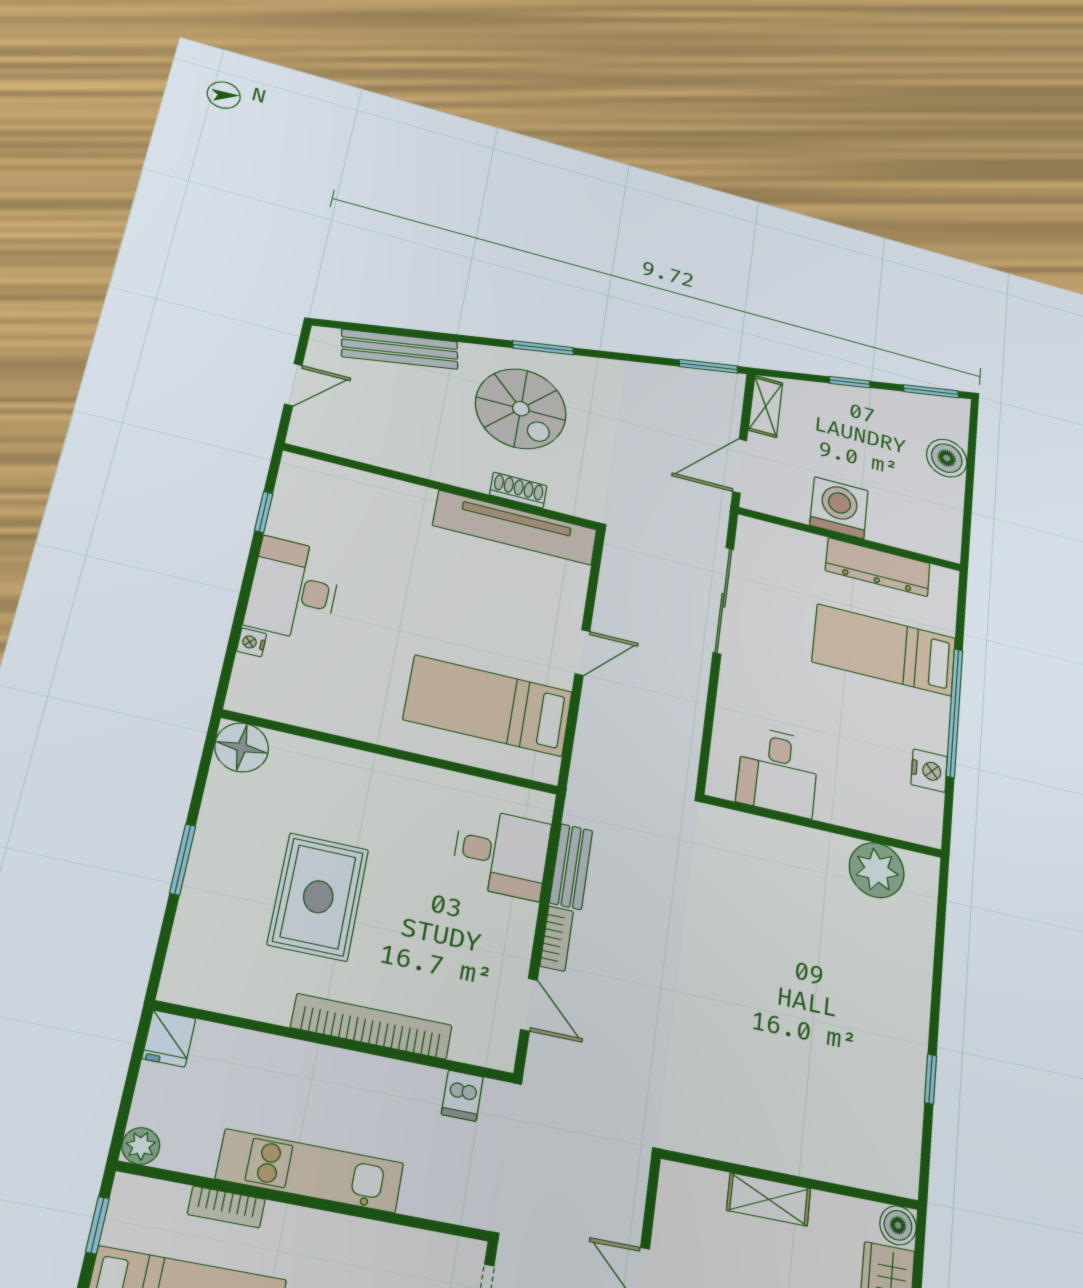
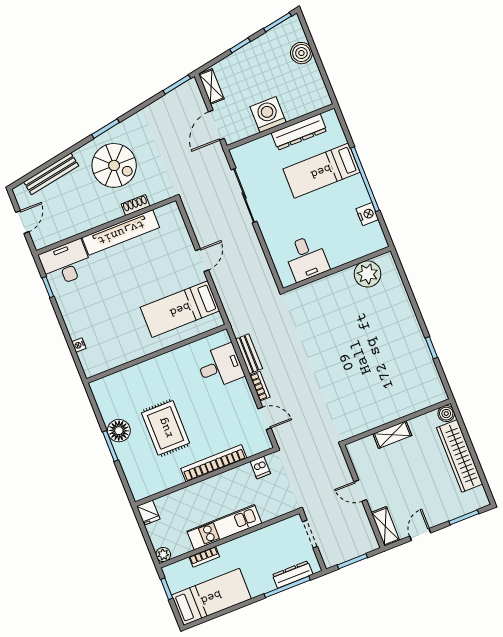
tv unit: (515, 528) -> (121, 232), moved
desk: (293, 589) -> (66, 263), moved, turned 90
floor lamp: (242, 747) -> (119, 431), moved

